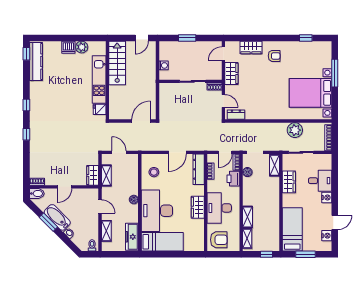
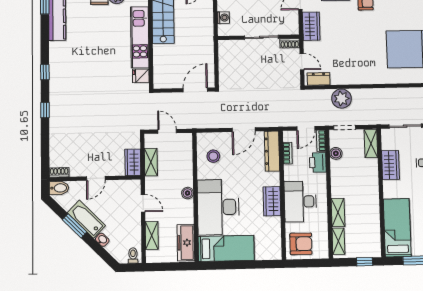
plant: (295, 130) -> (342, 99), moved

